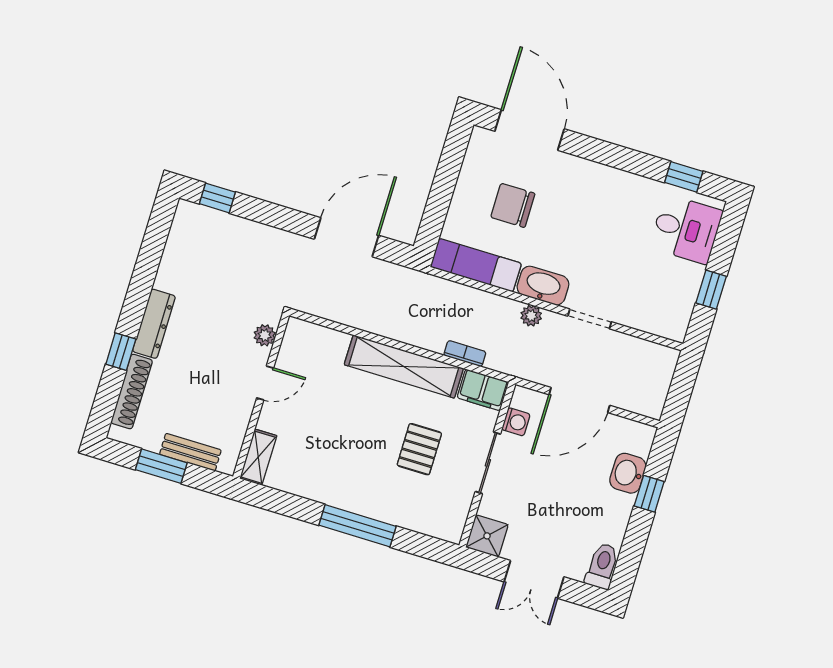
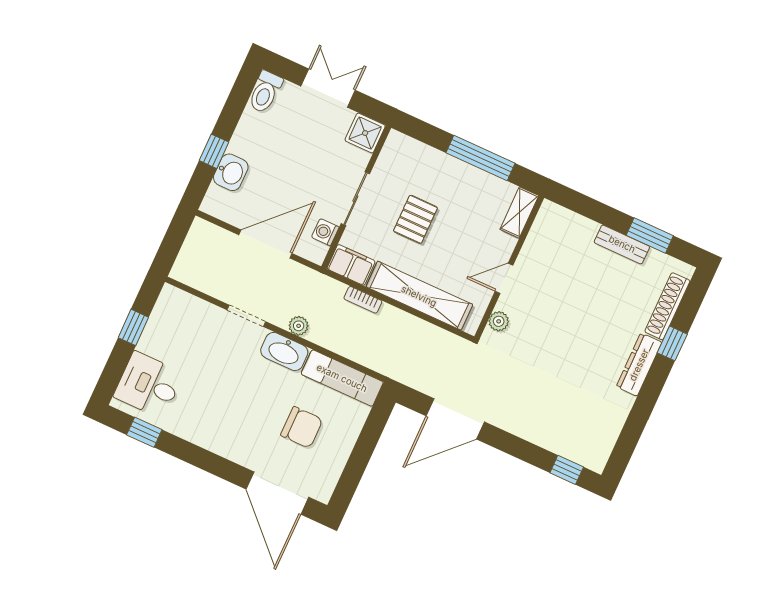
plant: (265, 335) -> (499, 321), moved
door: (265, 383) -> (504, 278), moved
wall: (261, 396) -> (509, 267), moved
shelving: (258, 457) -> (519, 212), moved

